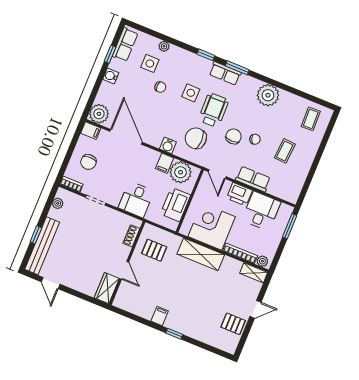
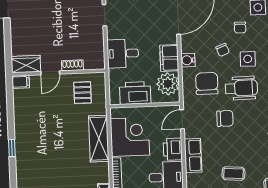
chair: (255, 139) -> (223, 50), moved
filing cabinet: (165, 163) -> (169, 58), width x2.00
shoe rack: (131, 236) -> (72, 65), moved
filing cabinet: (160, 316) -> (21, 82), moved

